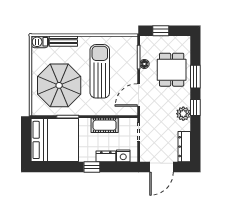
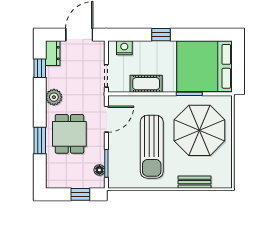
barbecue: (40, 42) -> (222, 181), removed
floor lamp: (144, 64) -> (99, 170), moved
dining table: (172, 70) -> (69, 134), moved
window: (195, 107) -> (40, 68), moved
dresser: (184, 147) -> (53, 53), width x0.70
dresser: (106, 156) -> (145, 47), removed

